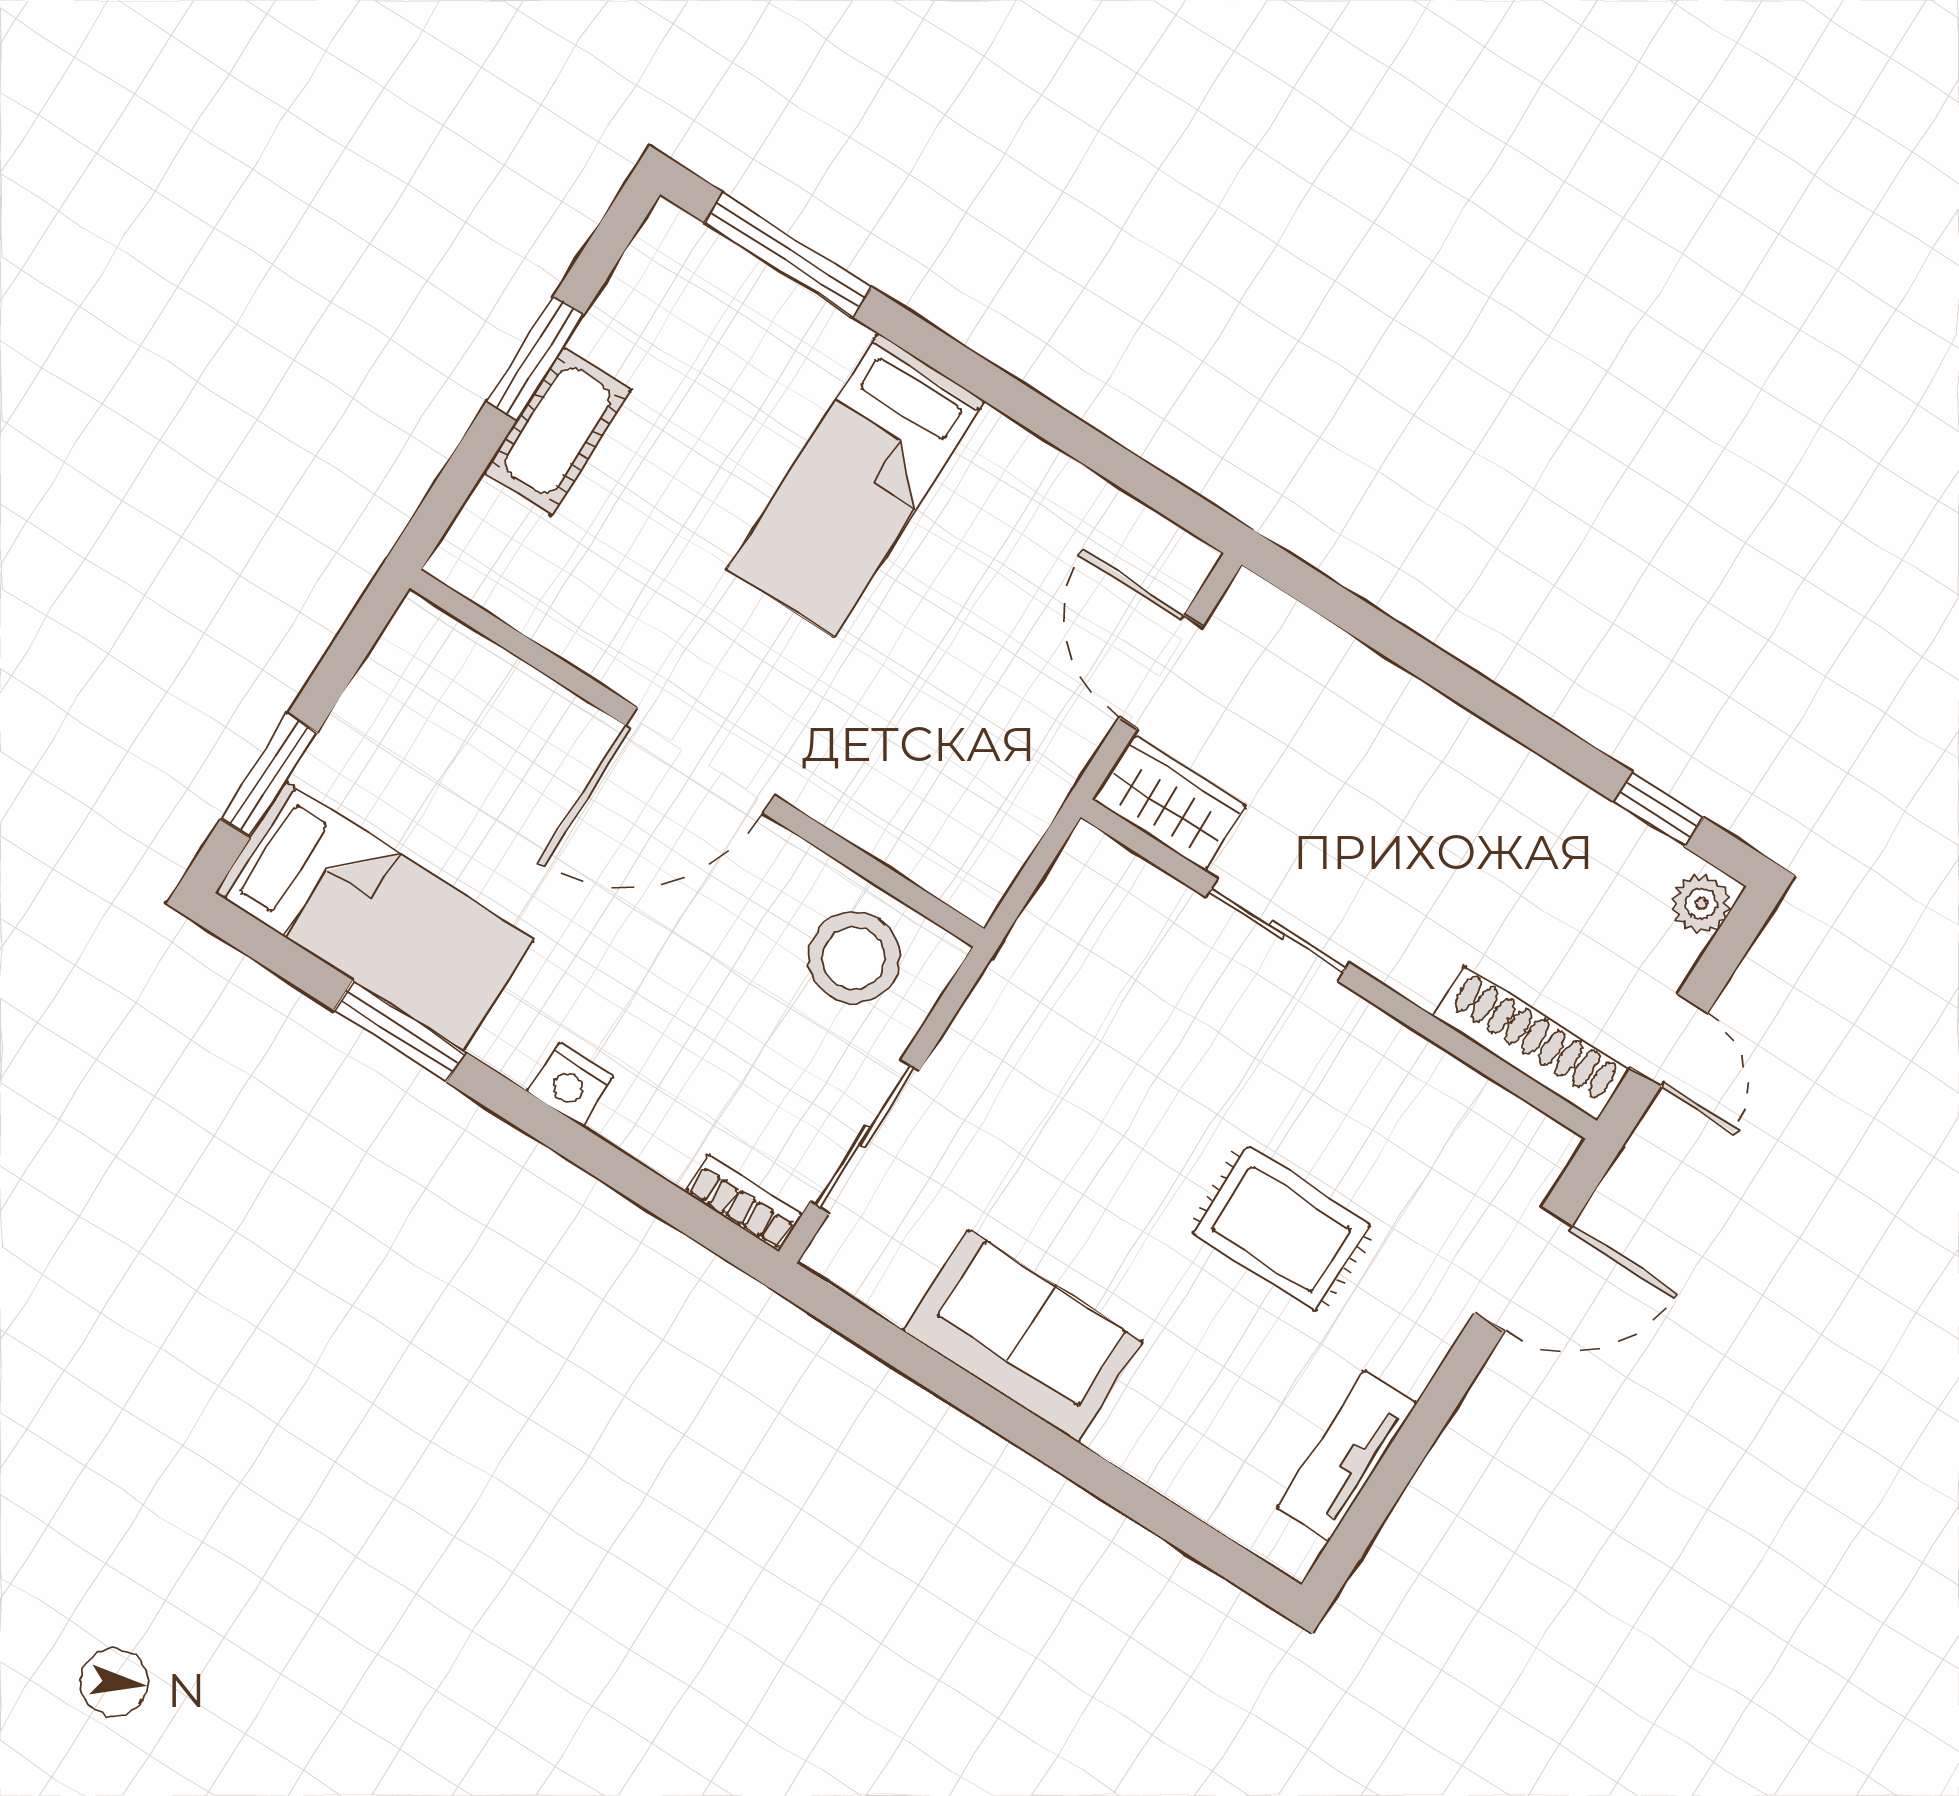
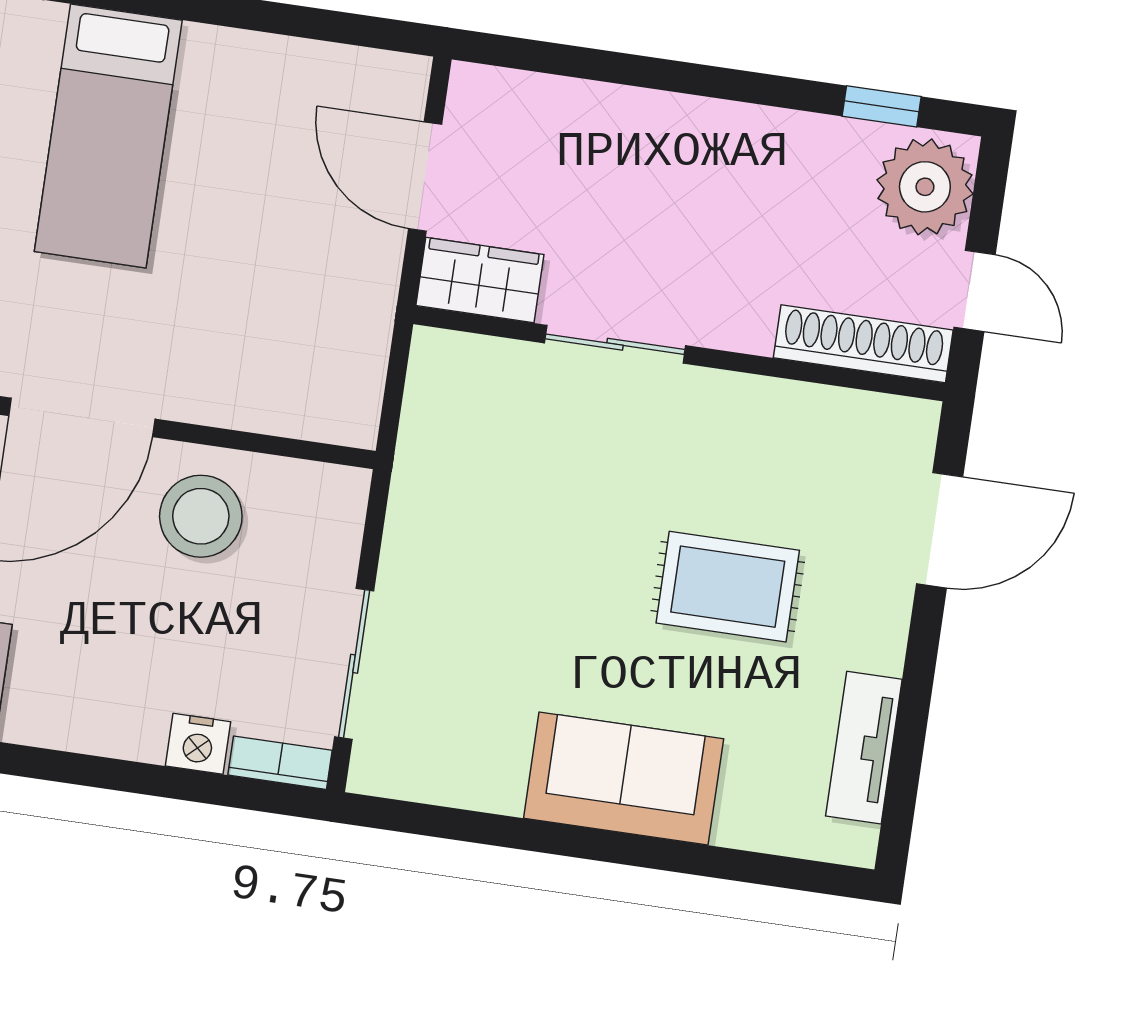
plant: (1701, 904) -> (925, 187), width x1.88, depth x1.88
stool: (854, 958) -> (201, 516), moved
nightstand: (571, 1084) -> (198, 744), moved
sofa: (1023, 1336) -> (624, 779), moved

